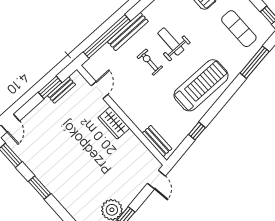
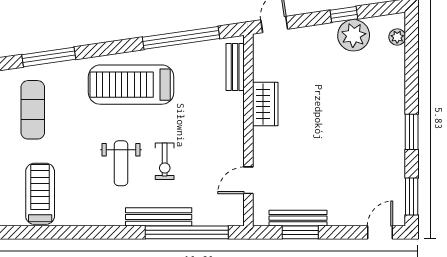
bench: (61, 90) -> (298, 218), width x1.36
wardrobe: (114, 123) -> (265, 104), moved
window: (197, 131) -> (181, 38), width x3.17

